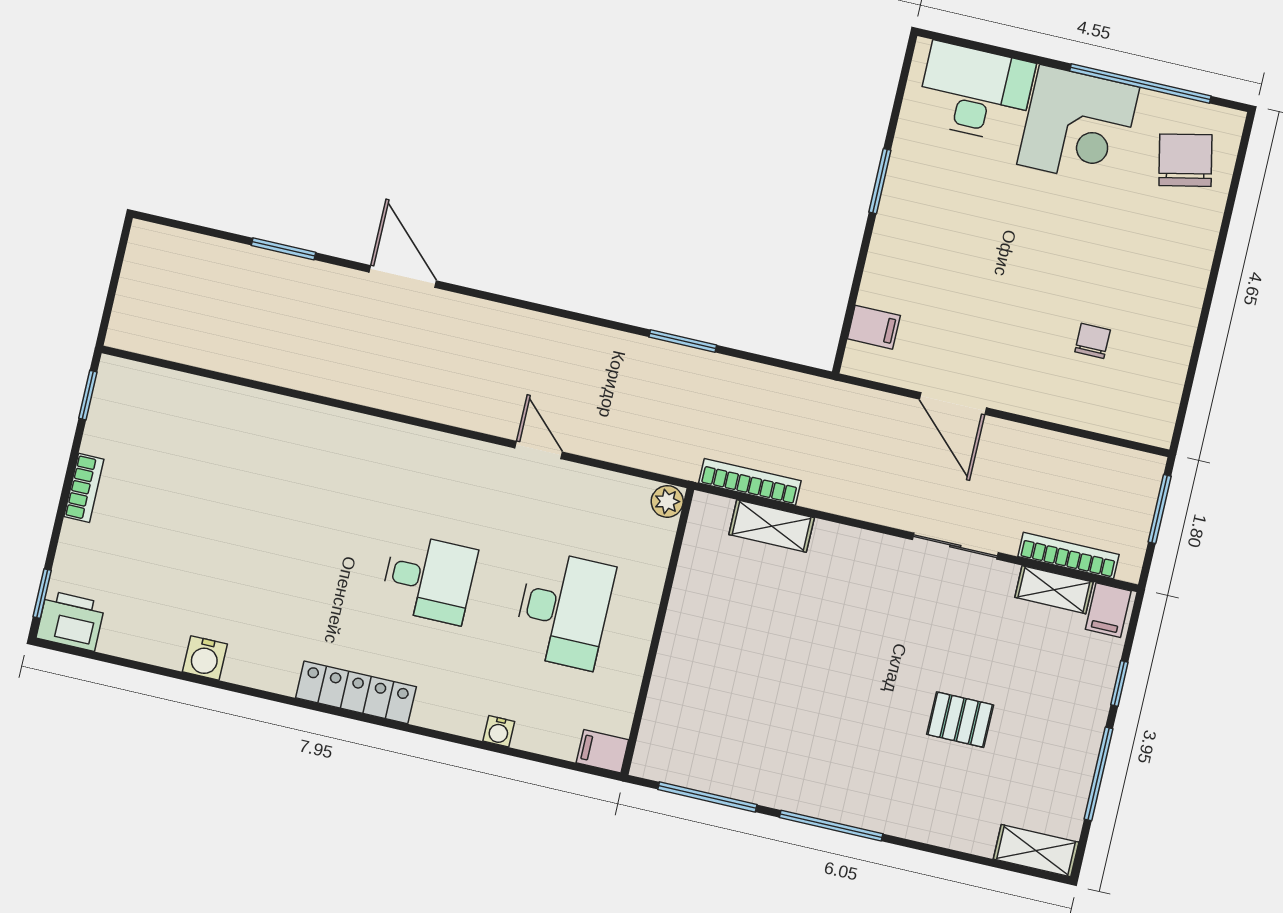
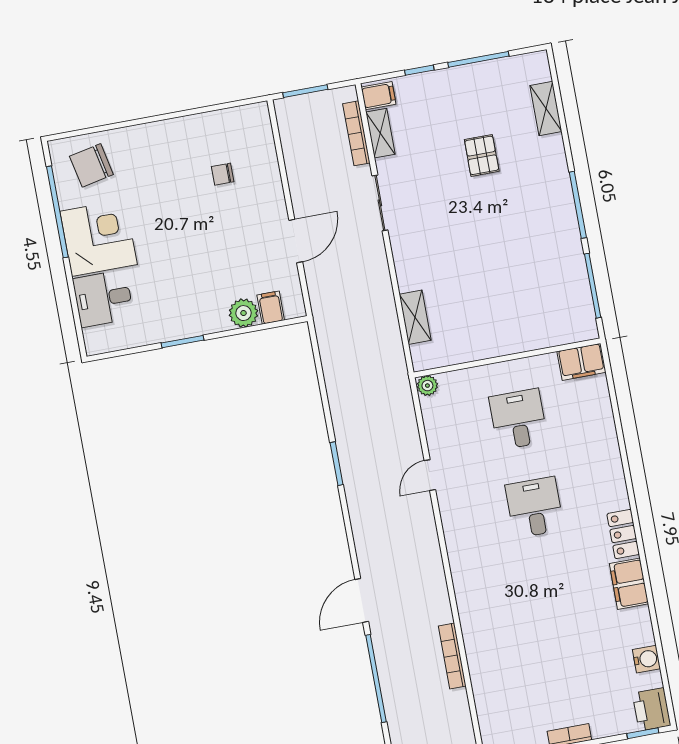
desk: (975, 92) -> (103, 298), width x0.73
window: (283, 249) -> (376, 678), width x2.11
plant: (883, 285) -> (243, 313), added
window: (683, 341) -> (337, 464), moved
bookcase: (750, 482) -> (452, 656), moved
desk: (564, 610) -> (518, 419), width x0.73
water cooler: (205, 658) -> (646, 659), moved
filing cabinet: (263, 666) -> (629, 584), added
locker: (356, 692) -> (623, 534), width x0.66
water cooler: (499, 731) -> (607, 426), removed
filing cabinet: (602, 751) -> (581, 362), width x2.00
shelving: (1036, 851) -> (546, 108), moved

